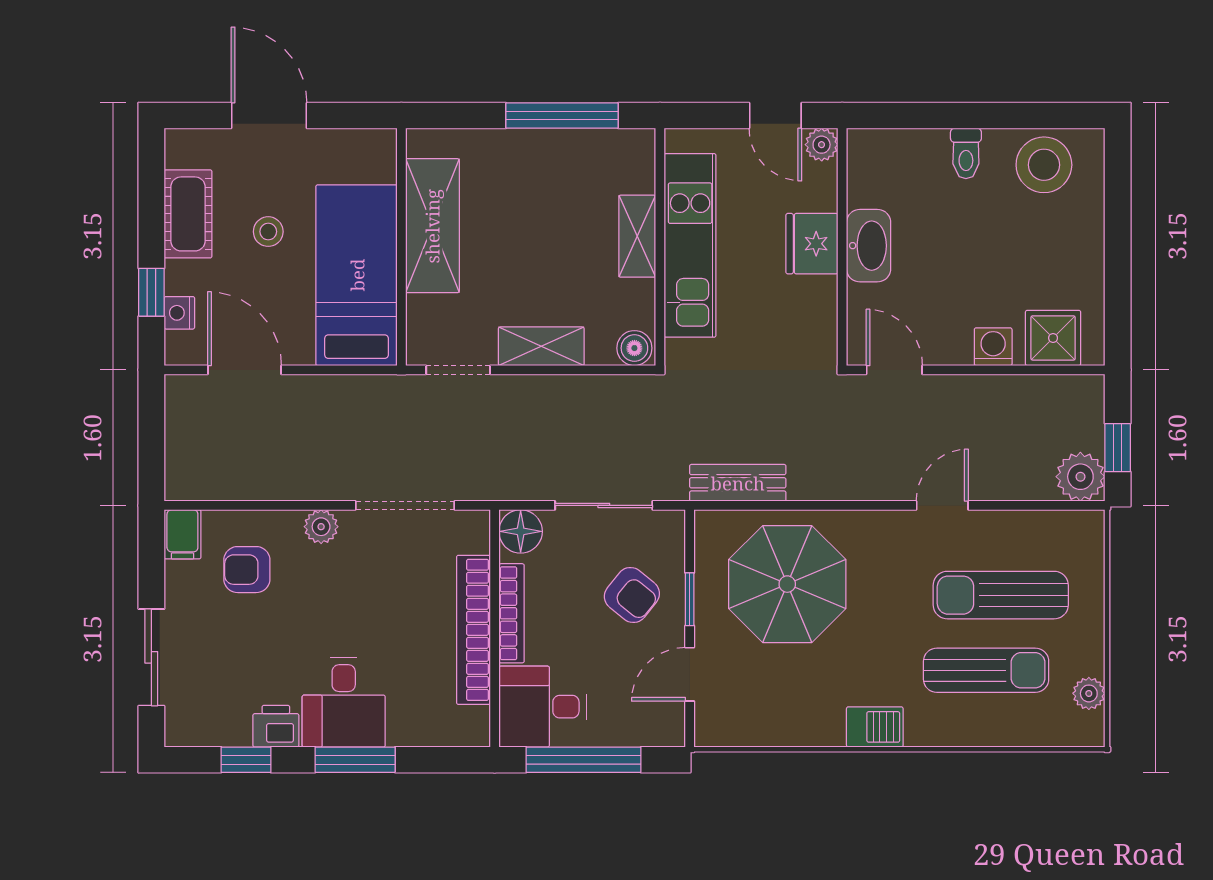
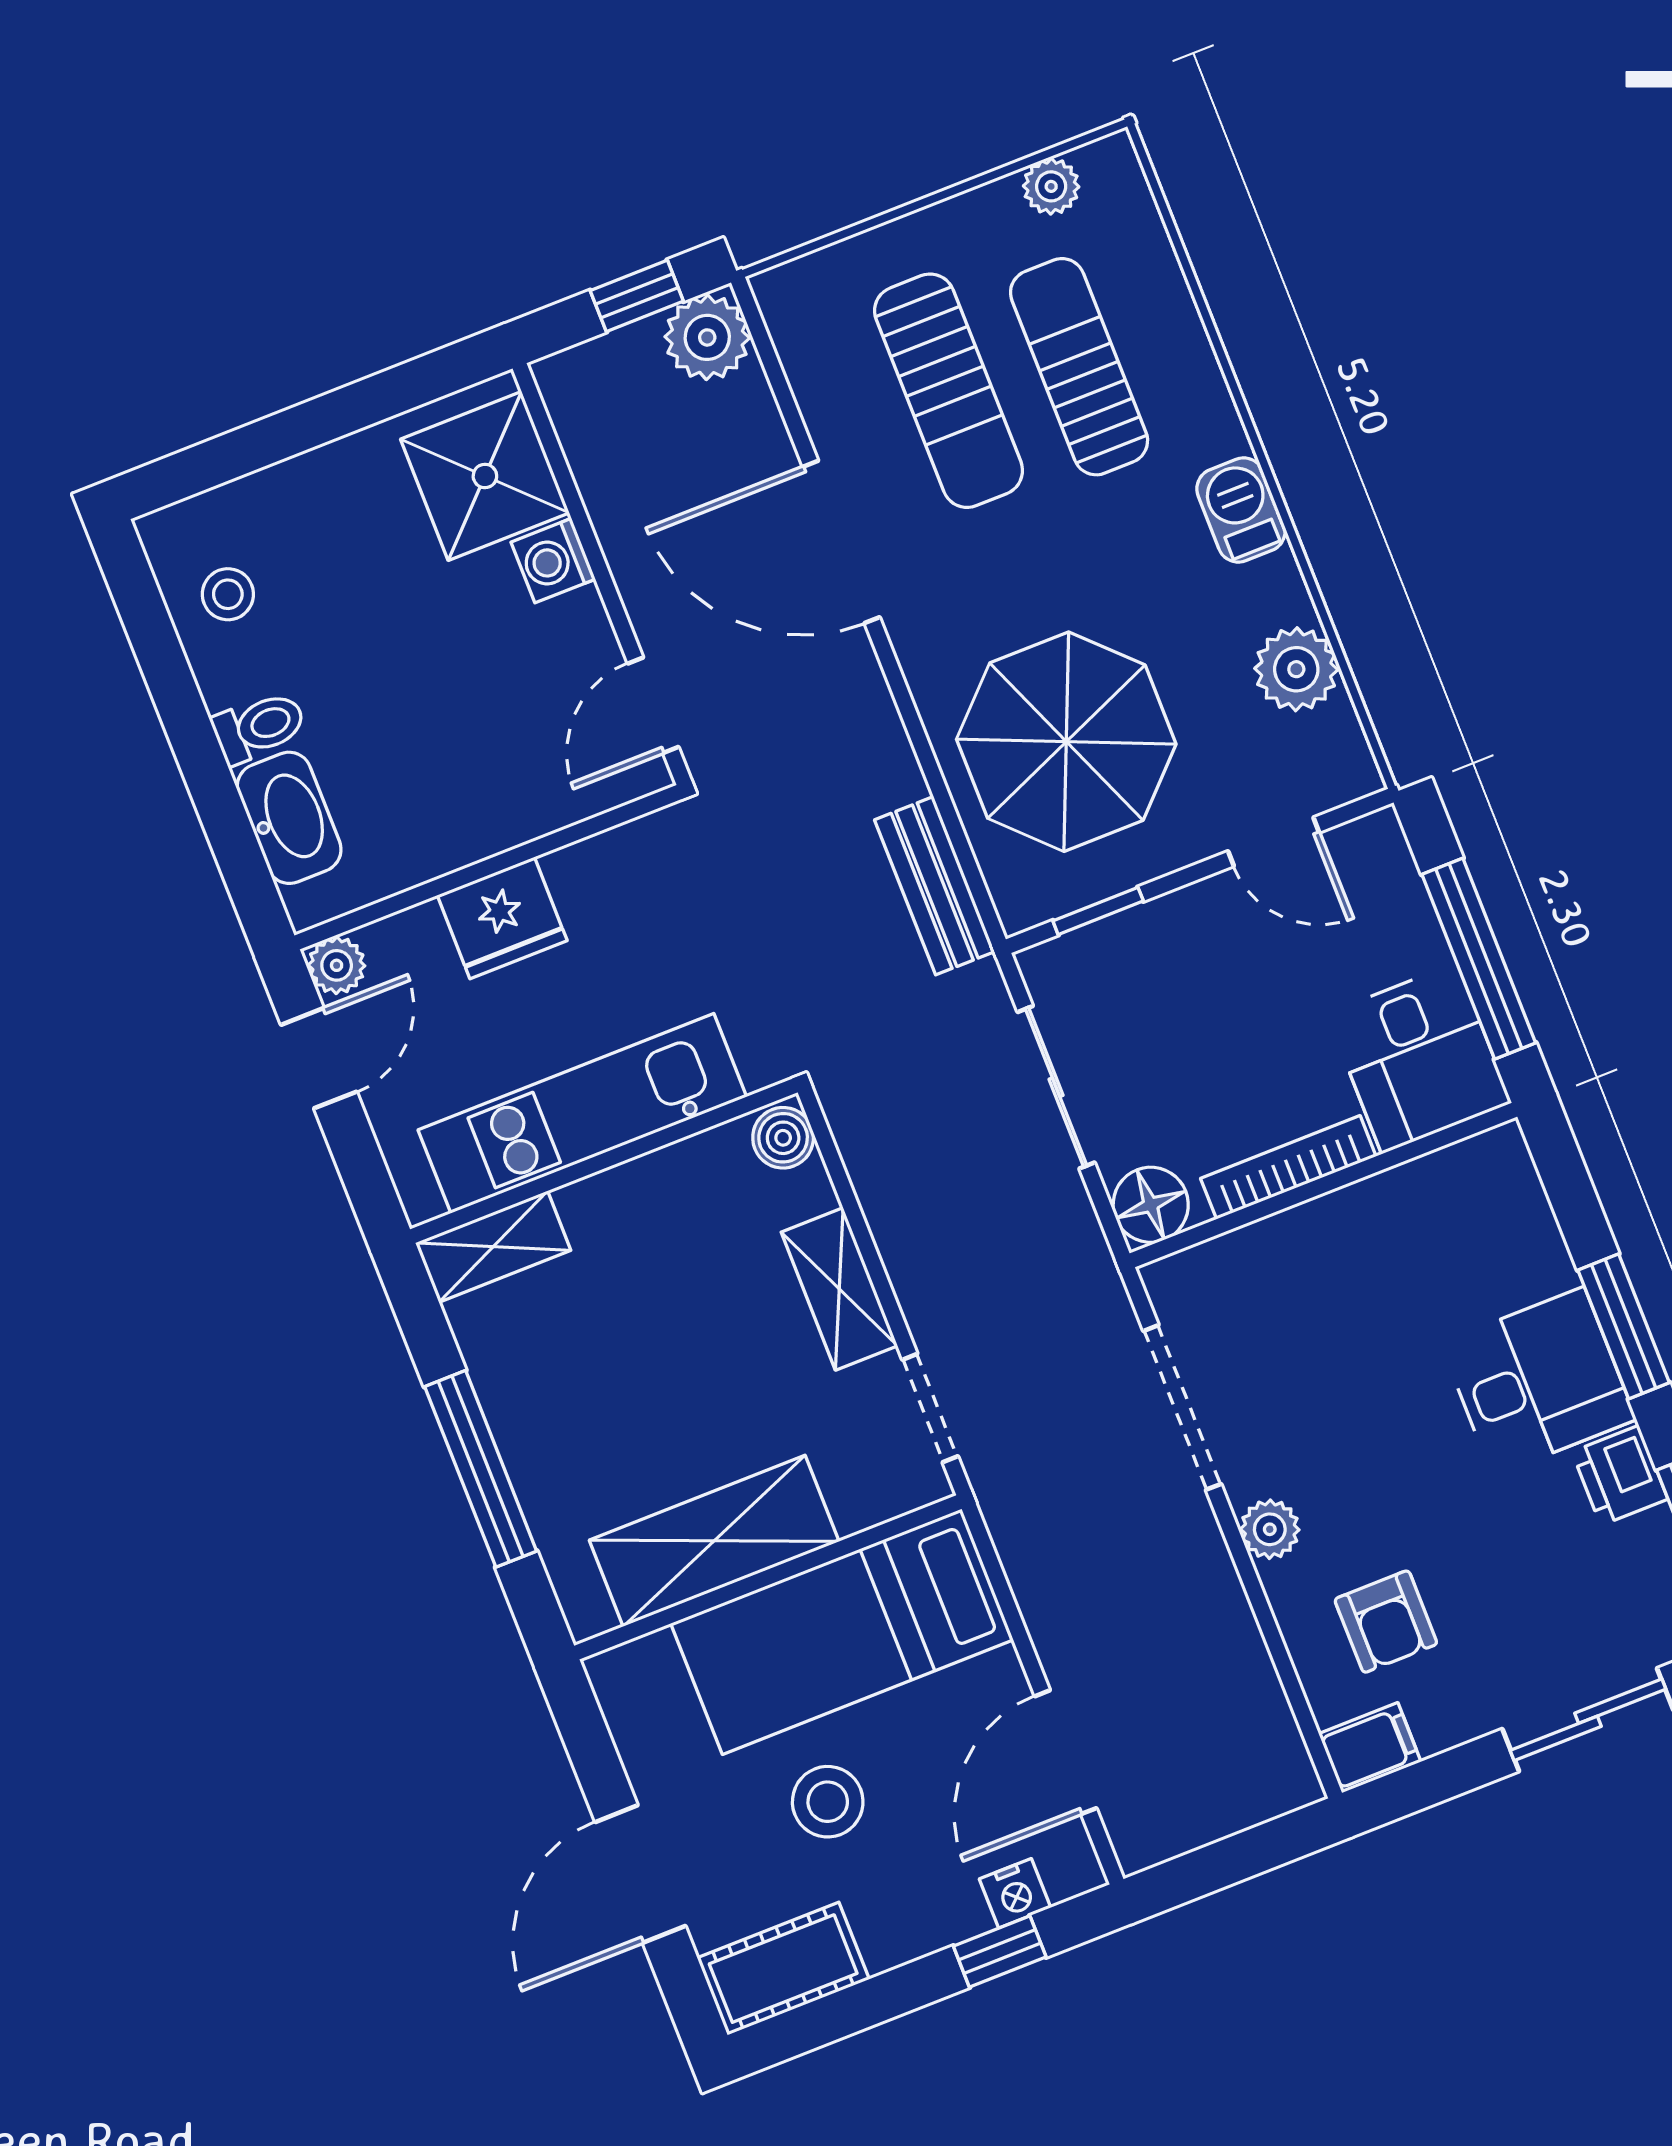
window: (562, 116) -> (481, 1469), moved
stool: (1044, 165) -> (228, 594), width x0.53, depth x0.53
cot: (188, 214) -> (783, 1969), moved
stool: (268, 232) -> (828, 1802), width x1.37, depth x1.37
shelving: (637, 236) -> (493, 1247), moved
washbasin: (869, 246) -> (289, 818), moved, turned 90
shower: (1053, 338) -> (485, 476), width x1.36, depth x1.36
door: (942, 505) -> (841, 542), width x1.88
armchair: (632, 595) -> (1183, 985), removed
window: (690, 599) -> (1098, 911), moved
bookcase: (473, 630) -> (1339, 1218), removed
plant: (778, 723) -> (1296, 669), added

